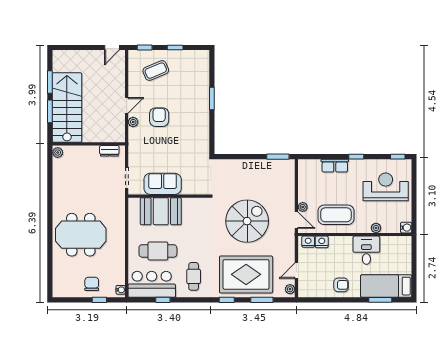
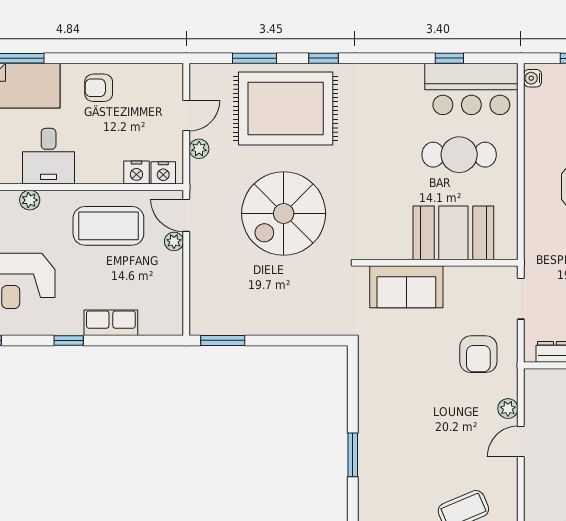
armchair: (159, 117) -> (478, 354), moved
sofa: (163, 184) -> (406, 287), moved
cafe table: (194, 276) -> (389, 105), removed
plant: (290, 289) -> (199, 149), moved

